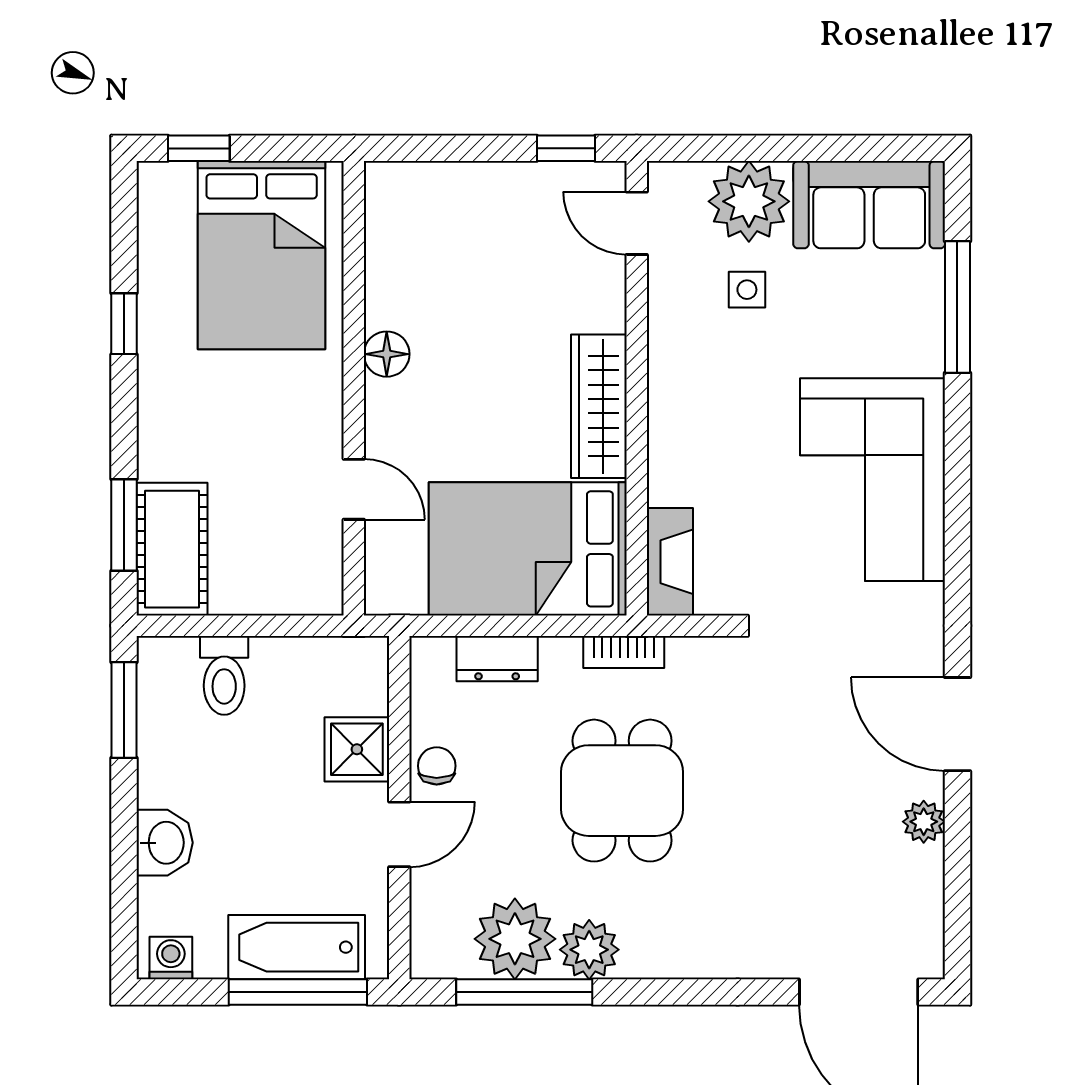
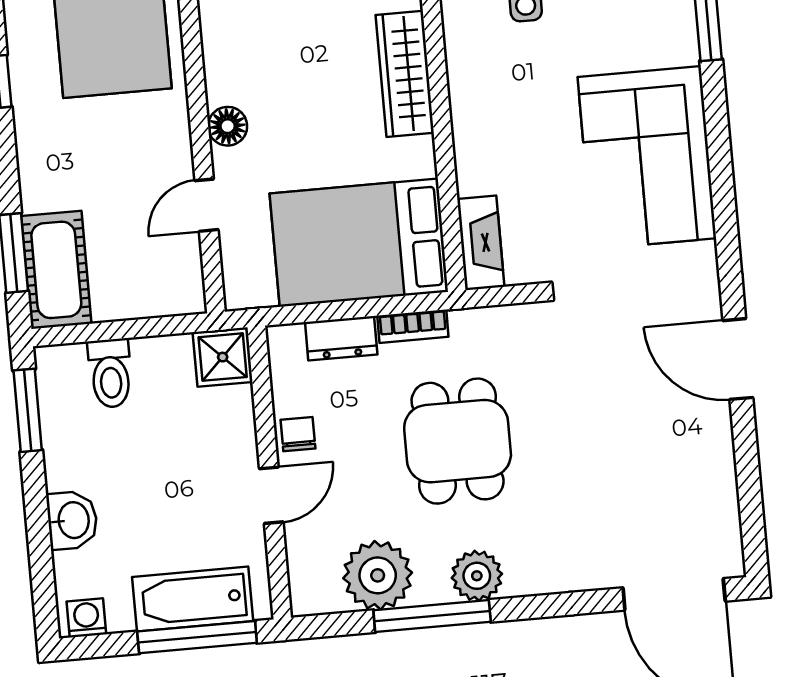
floor lamp: (387, 354) -> (228, 126), moved
wardrobe: (599, 406) -> (405, 74), moved
door: (354, 489) -> (206, 205), swing flipped
bookcase: (624, 652) -> (413, 326), moved
shower: (357, 749) -> (223, 357), moved
plant: (924, 822) -> (716, 445), removed
plant: (589, 950) -> (477, 576), moved
window: (524, 992) -> (432, 616), moved

